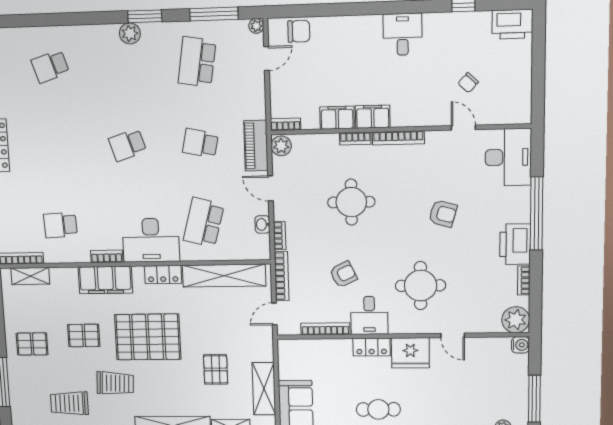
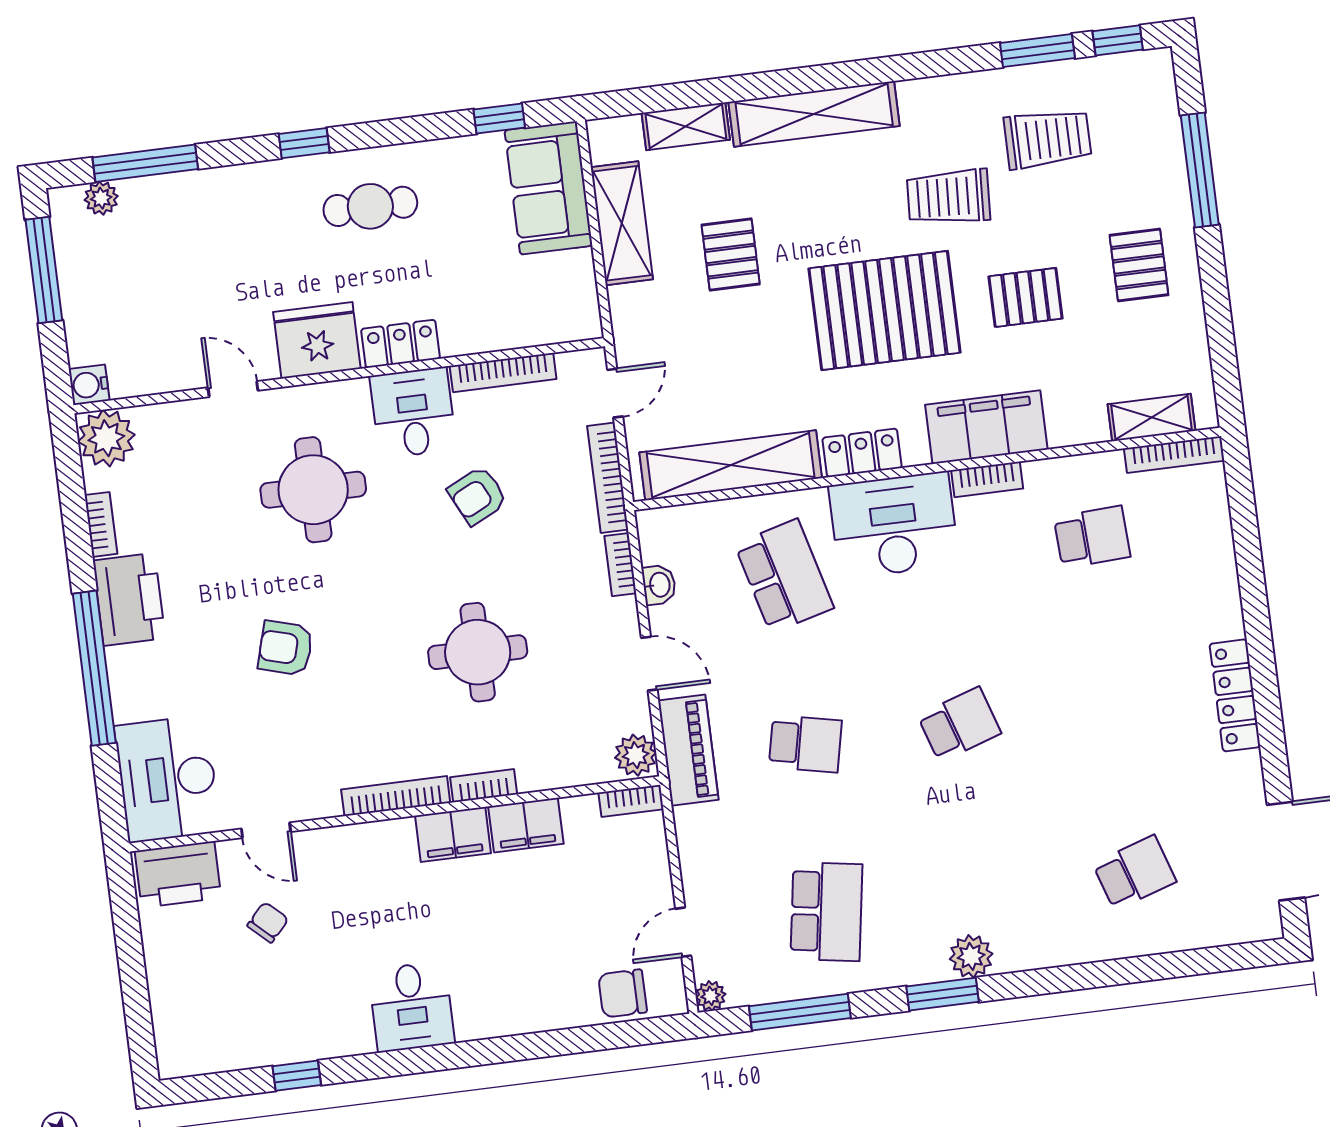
printer: (512, 24) -> (178, 875), moved, turned 180
school desk: (204, 222) -> (784, 576), turned -30
pallet: (32, 344) -> (1139, 265), turned 90

